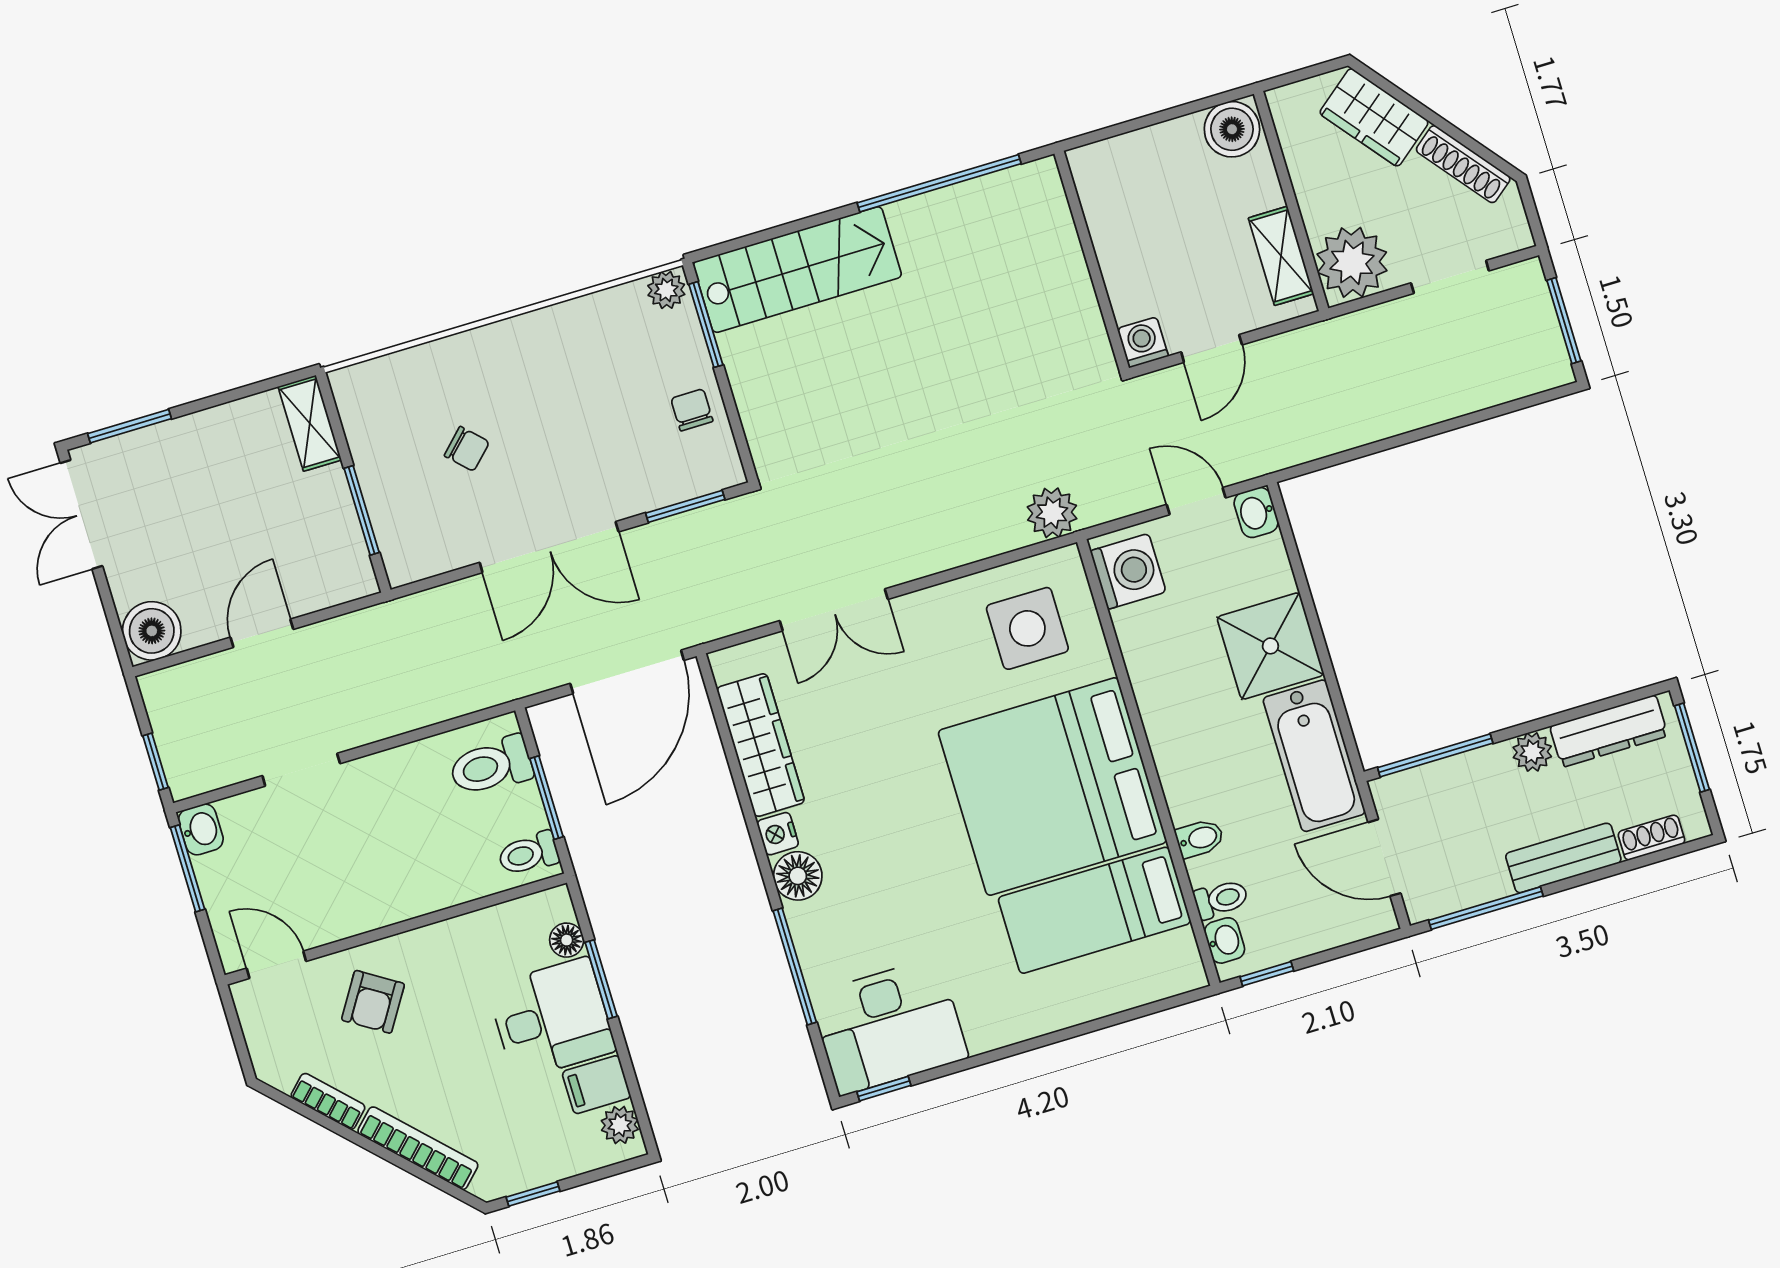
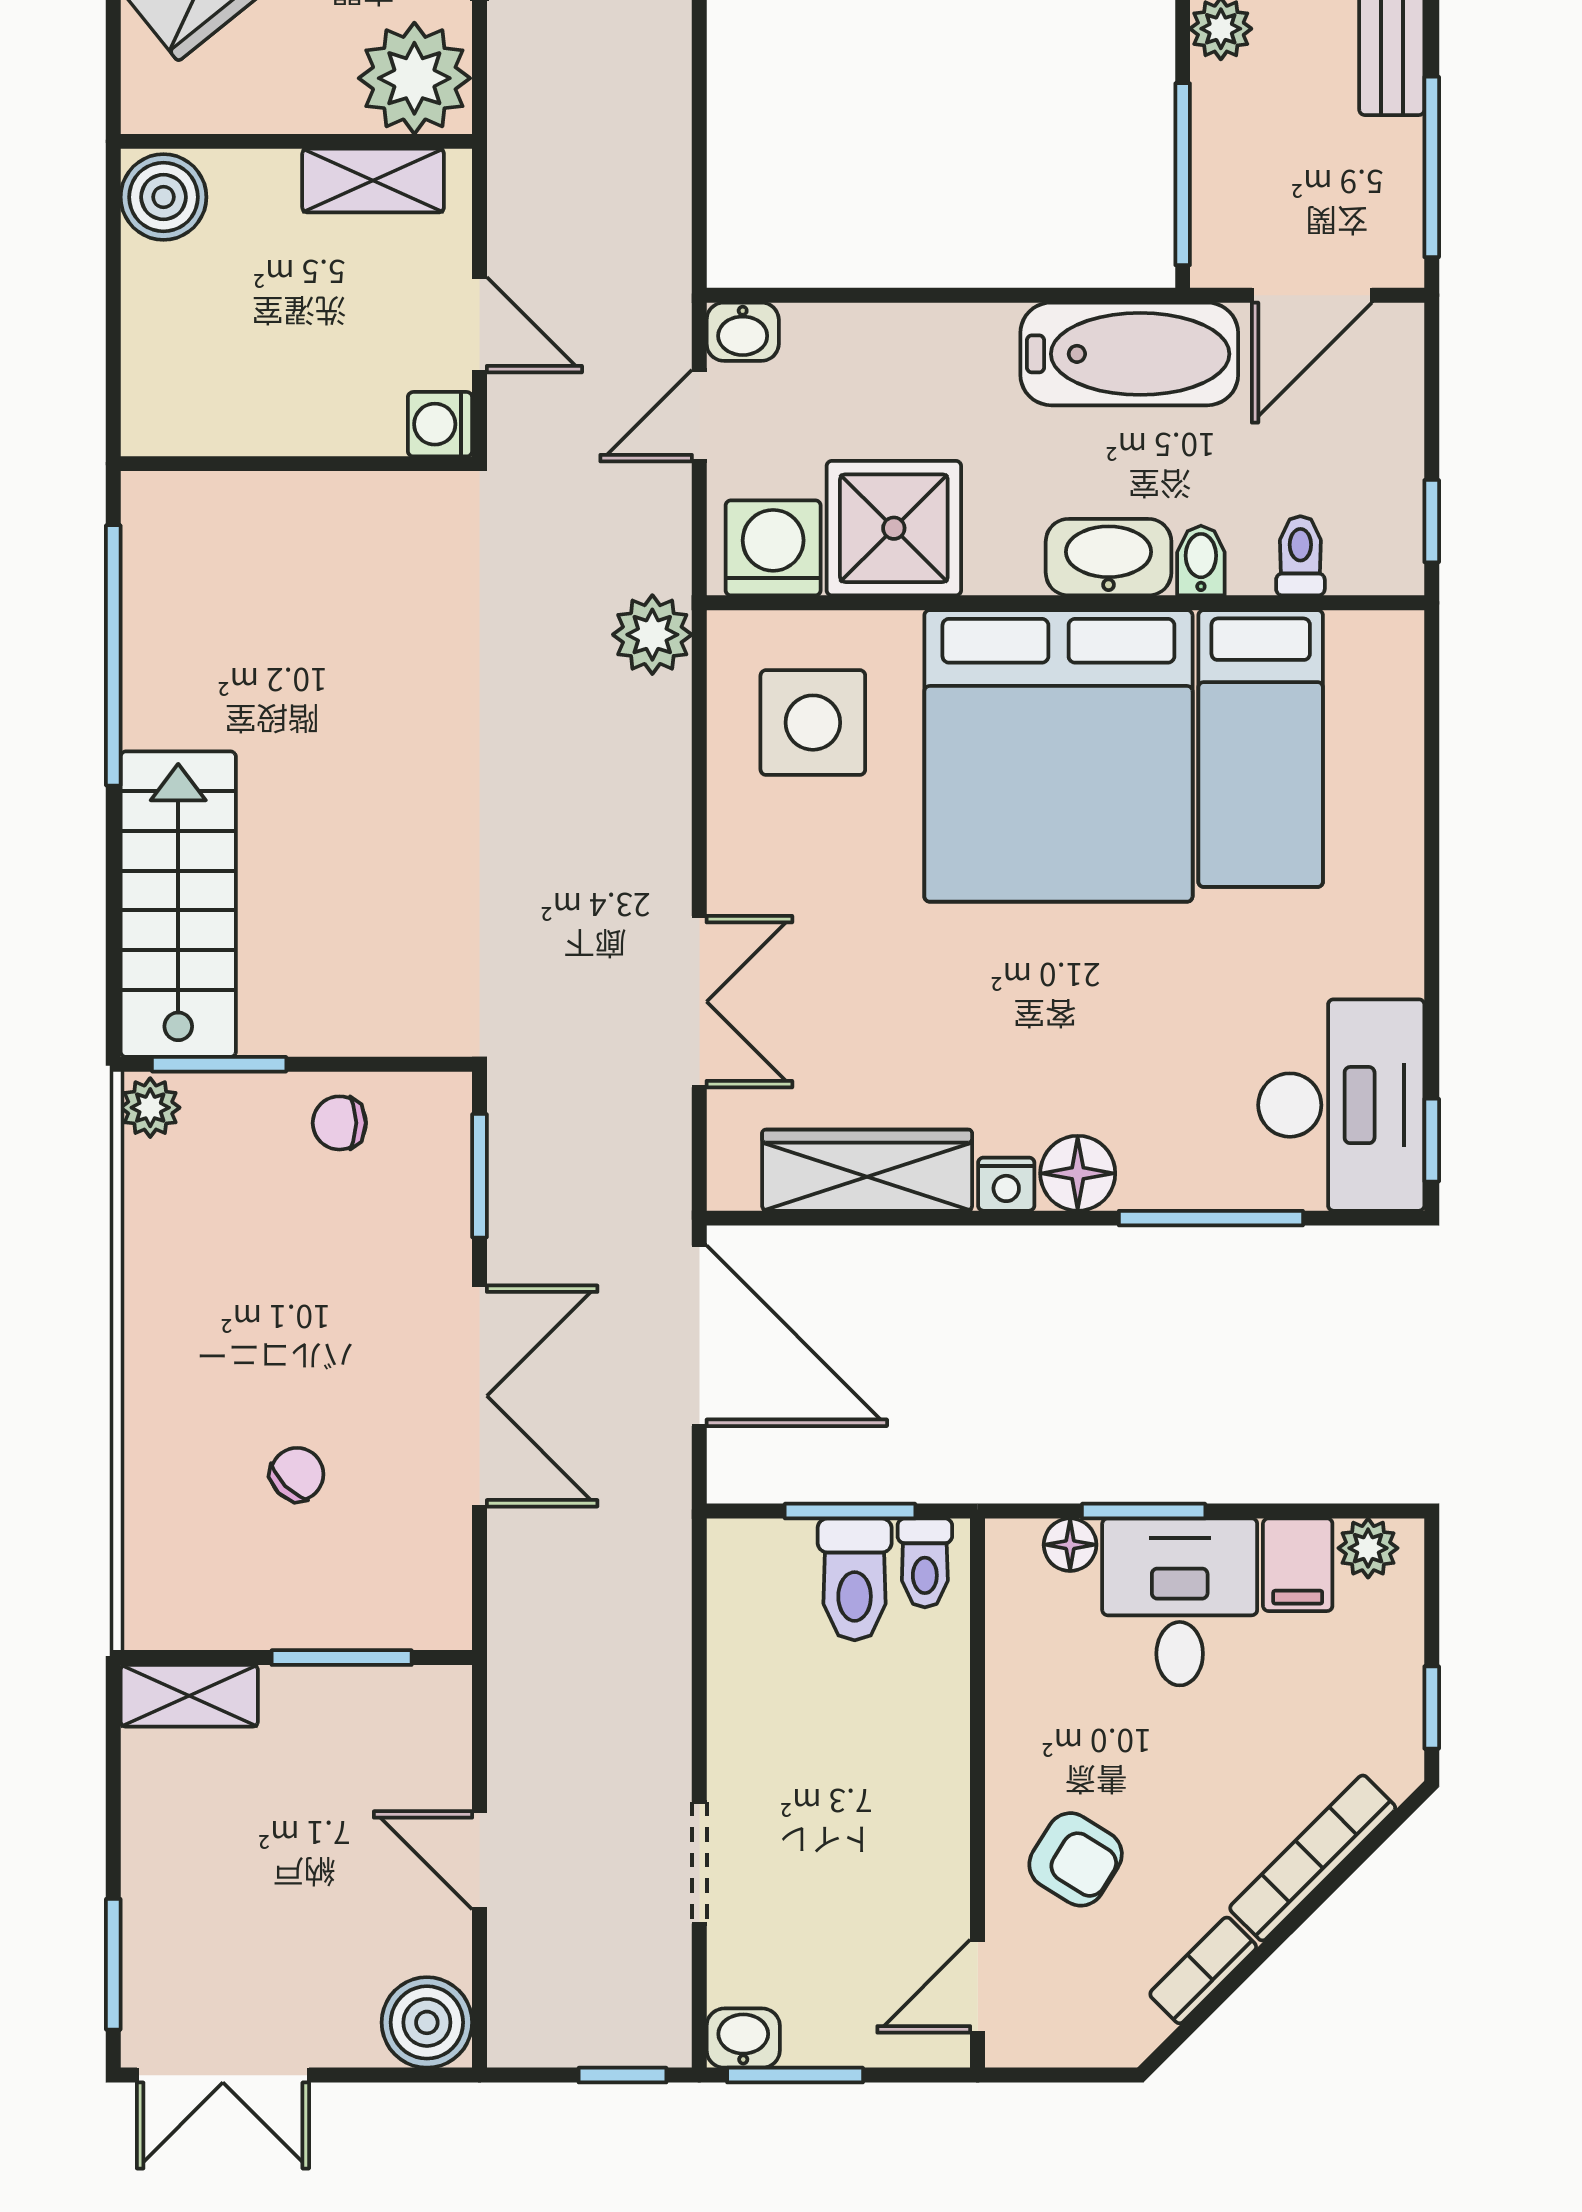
shower: (1270, 646) -> (894, 528), moved
toilet: (491, 766) -> (855, 1579), moved
washbasin: (1225, 940) -> (1109, 557), moved, width x1.91, depth x1.45

